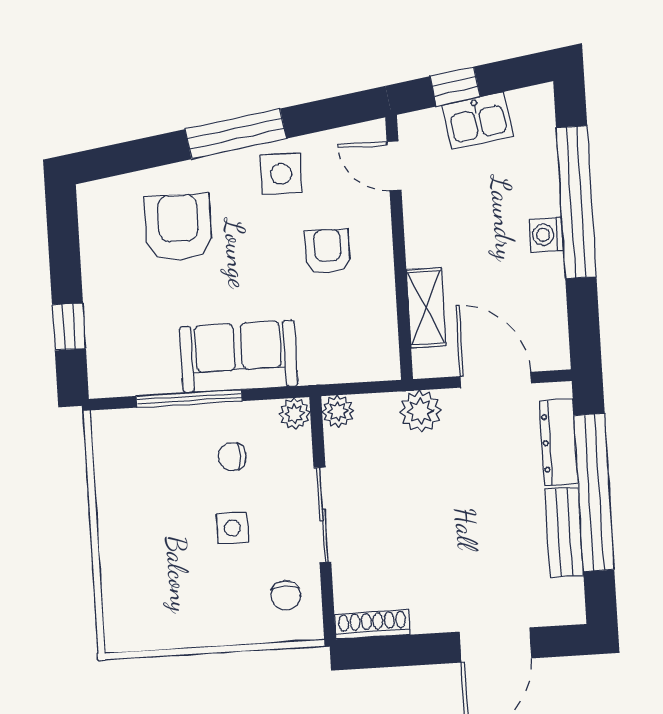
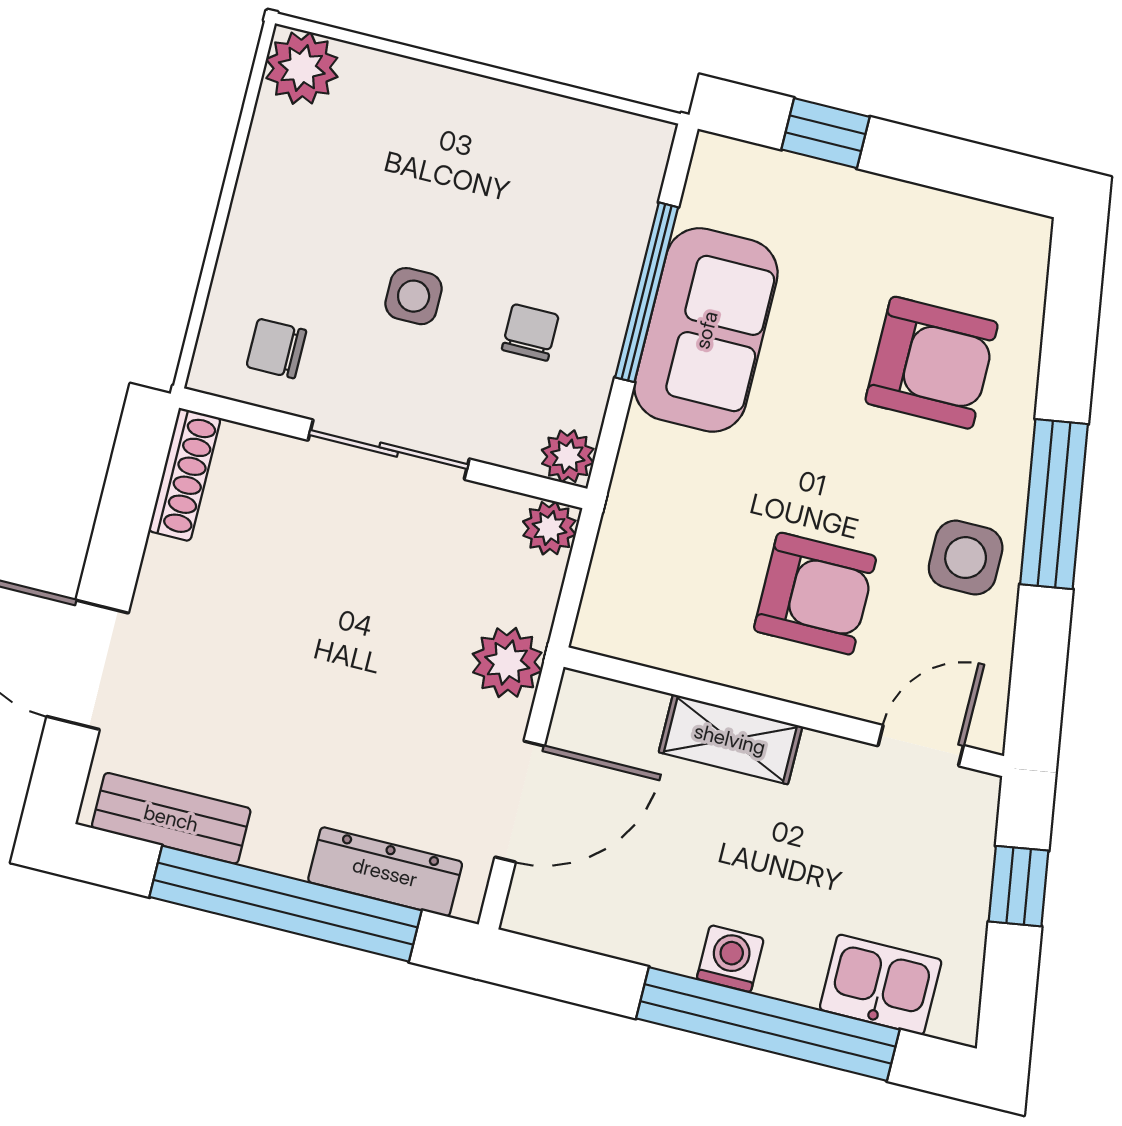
kitchen sink: (478, 121) -> (881, 985), moved, turned 99
armchair: (328, 252) -> (815, 594), width x1.38, depth x1.38
shelving: (426, 308) -> (730, 739), moved
sofa: (238, 356) -> (706, 330), moved
bench: (564, 532) -> (171, 818), moved
plant: (125, 630) -> (302, 68), added

